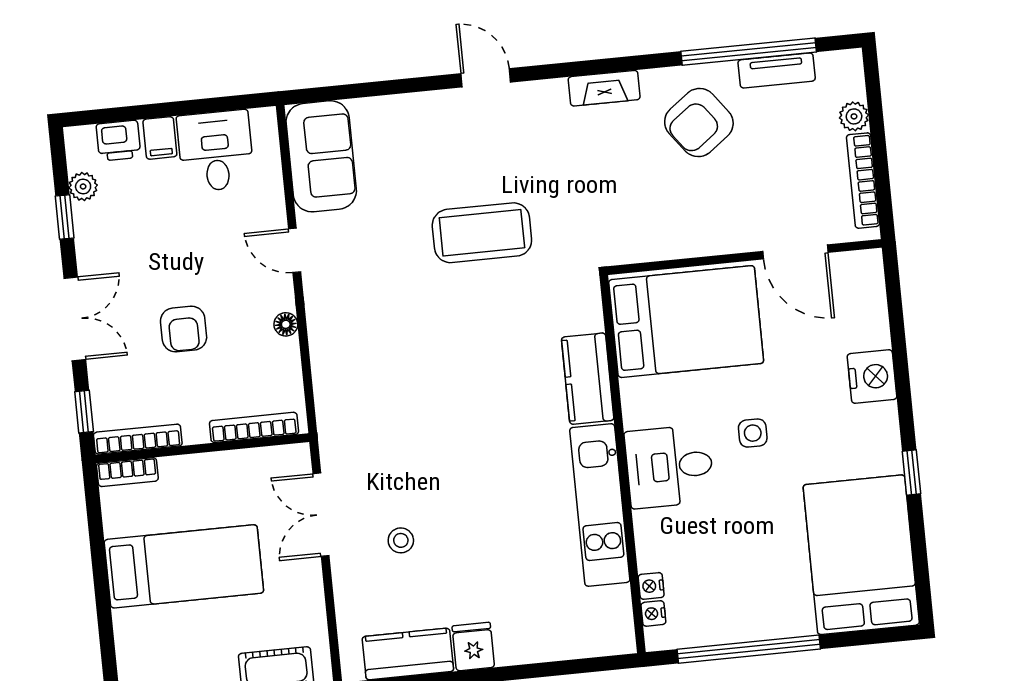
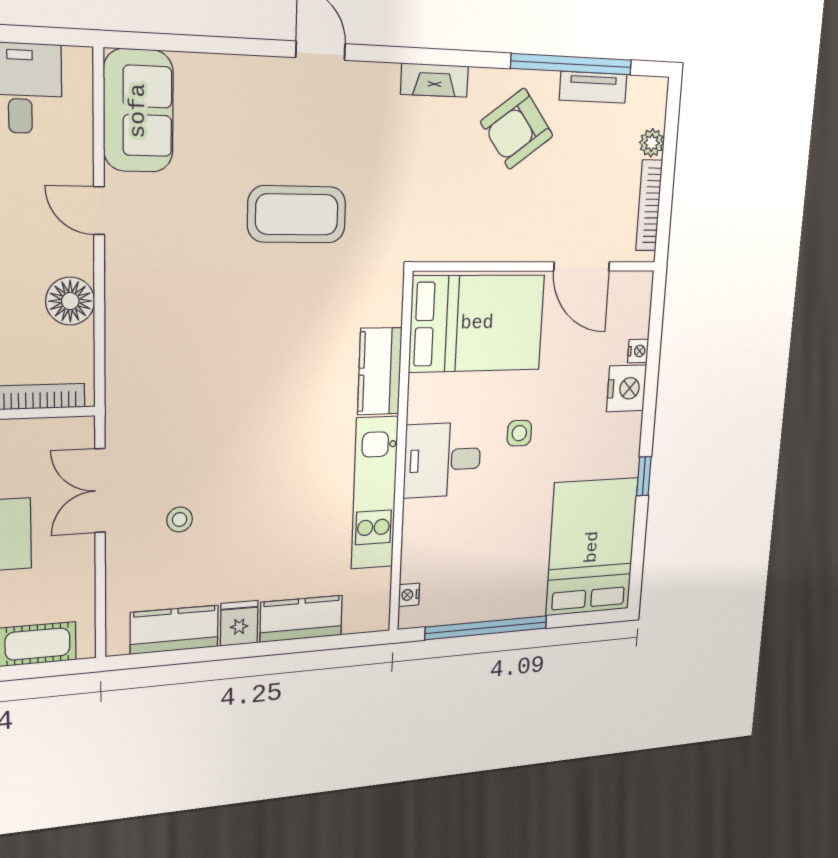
floor lamp: (286, 324) -> (70, 301), width x1.89, depth x1.89
nightstand: (651, 586) -> (638, 351), moved, turned 180
kitchen counter: (538, 641) -> (301, 619), added

